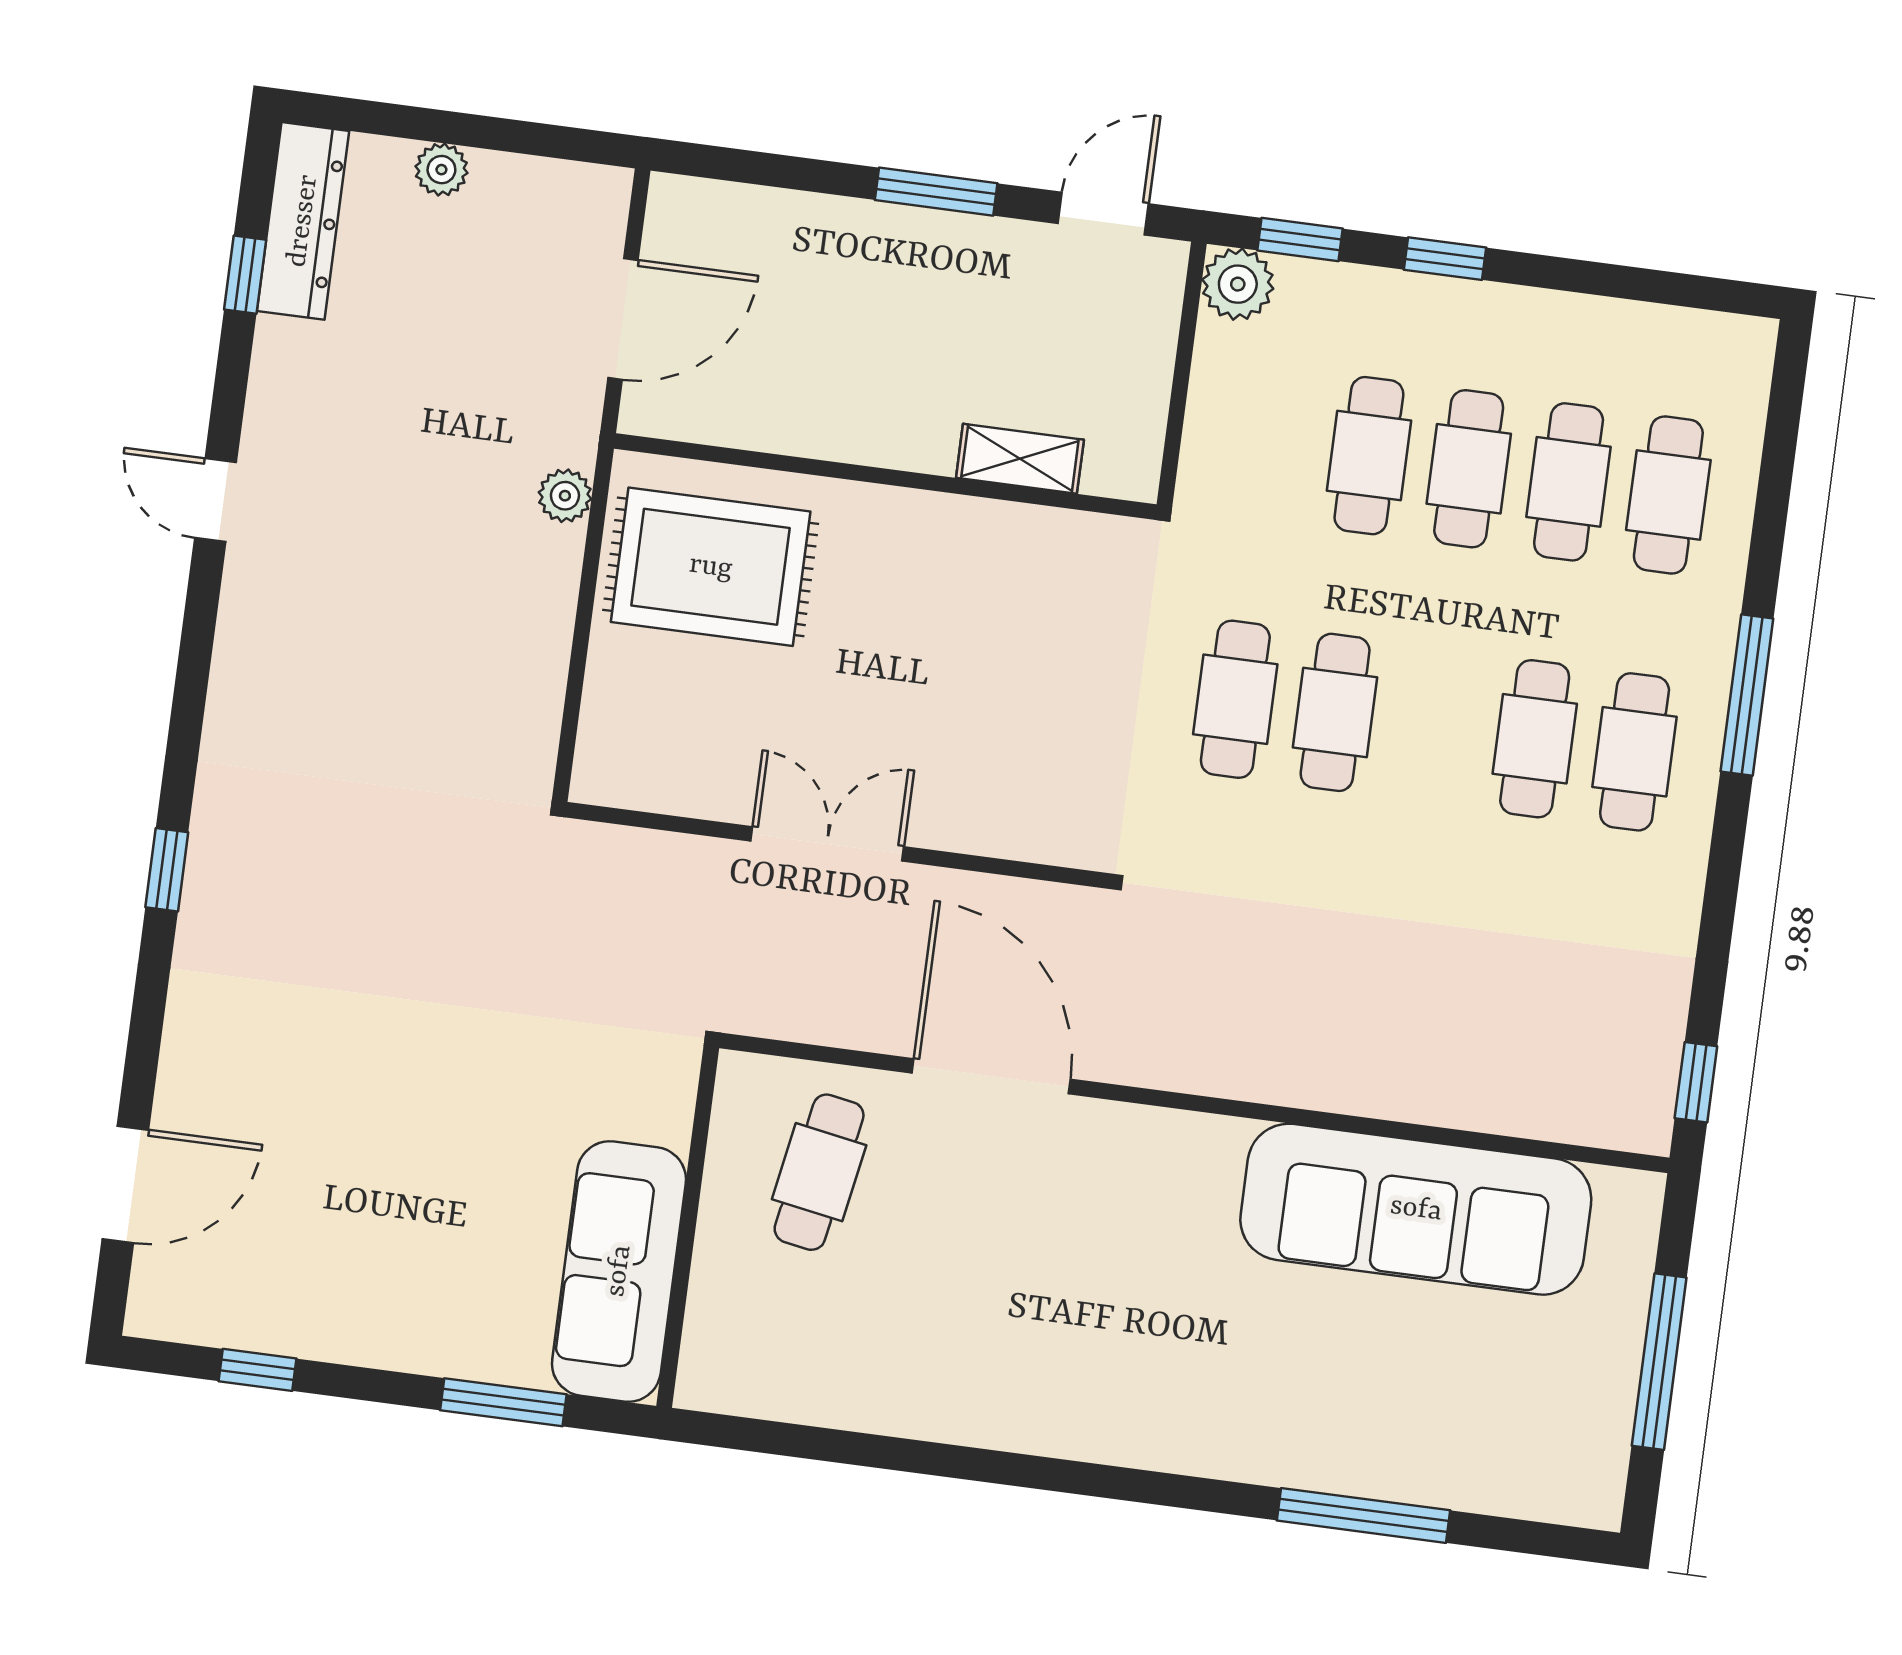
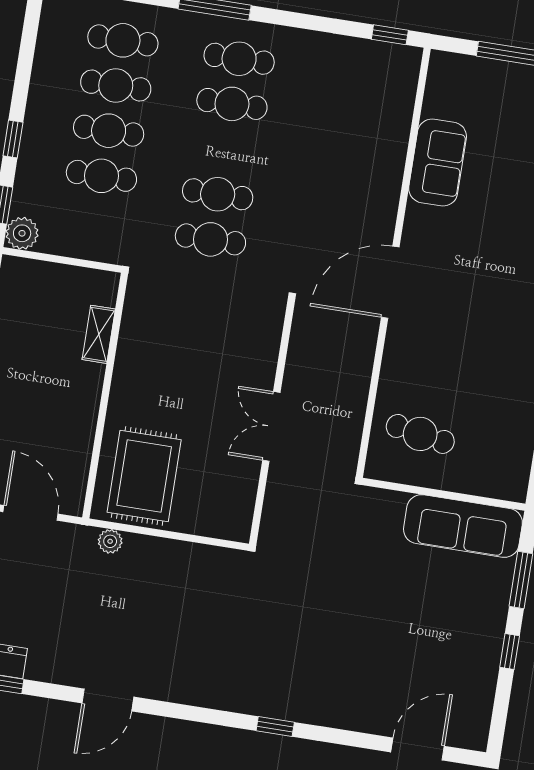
door: (215, 500) -> (108, 700), width x1.38
door: (991, 1076) -> (390, 282), moved
door: (125, 1184) -> (418, 749), hinge flipped
sofa: (1416, 1209) -> (438, 162), width x0.54, depth x0.79
window: (258, 1370) -> (510, 652), moved

